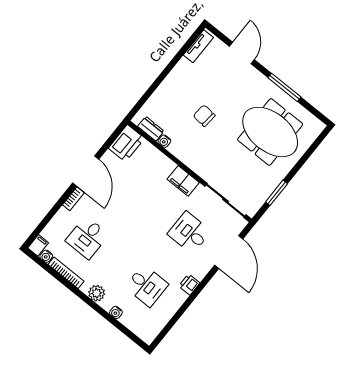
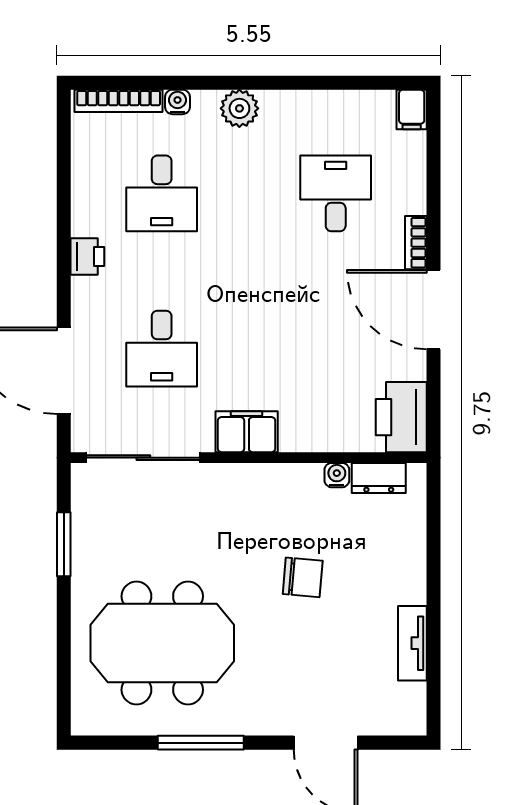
tv unit: (198, 46) -> (412, 643), moved
desk: (189, 233) -> (162, 349), turned 90
water cooler: (46, 256) -> (382, 102), removed
bookcase: (66, 273) -> (119, 101), moved
desk: (147, 286) -> (162, 193), turned -90

